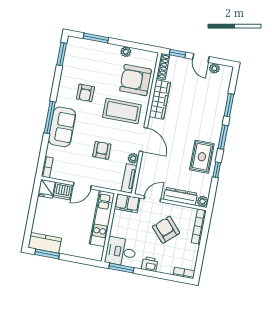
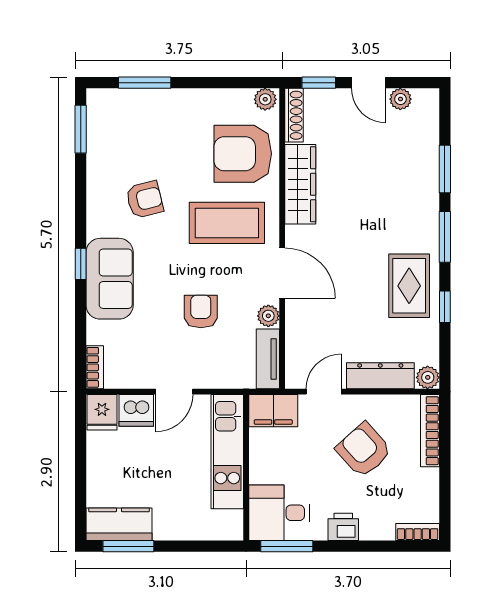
plant: (126, 52) -> (265, 99), moved
armchair: (85, 93) -> (145, 200), turned -104
window: (50, 117) -> (81, 264), width x0.46

